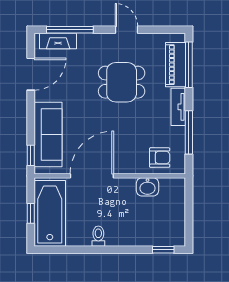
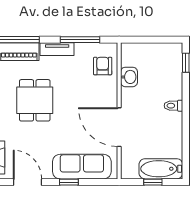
window: (31, 155) -> (69, 182), moved
bathtub: (50, 213) -> (161, 169), width x0.73, depth x0.73
toilet: (98, 236) -> (173, 106), moved

